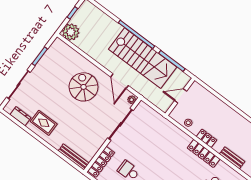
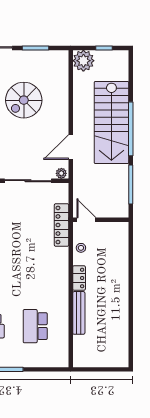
stairs: (143, 58) -> (111, 122), moved
spiral stairs: (83, 87) -> (24, 100), moved, turned 180
door: (181, 96) -> (86, 220), moved
locker: (204, 153) -> (62, 225), moved
bench: (232, 158) -> (79, 313), width x1.36

